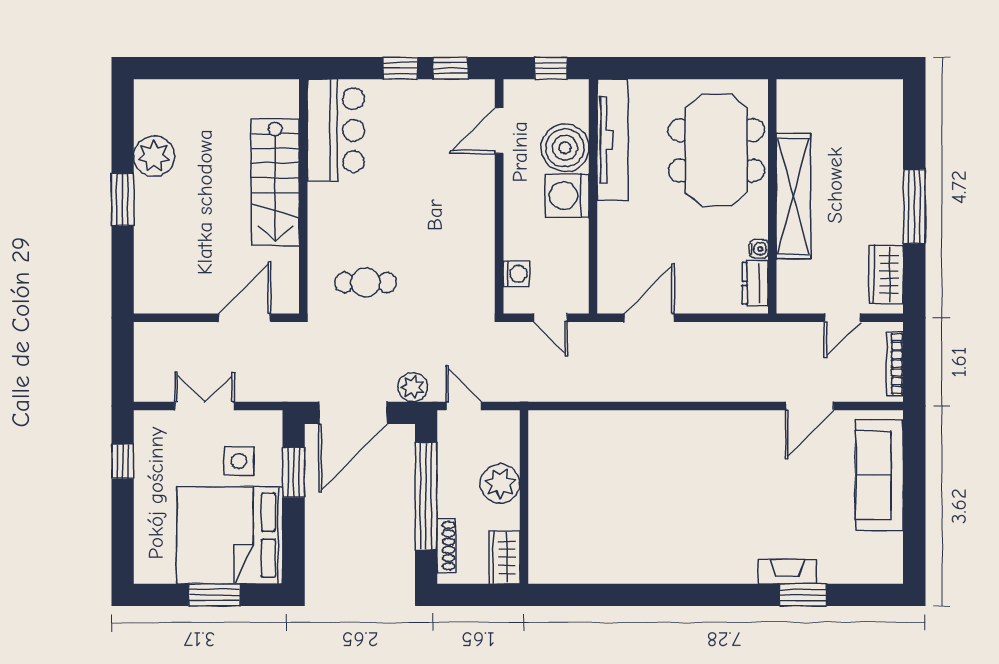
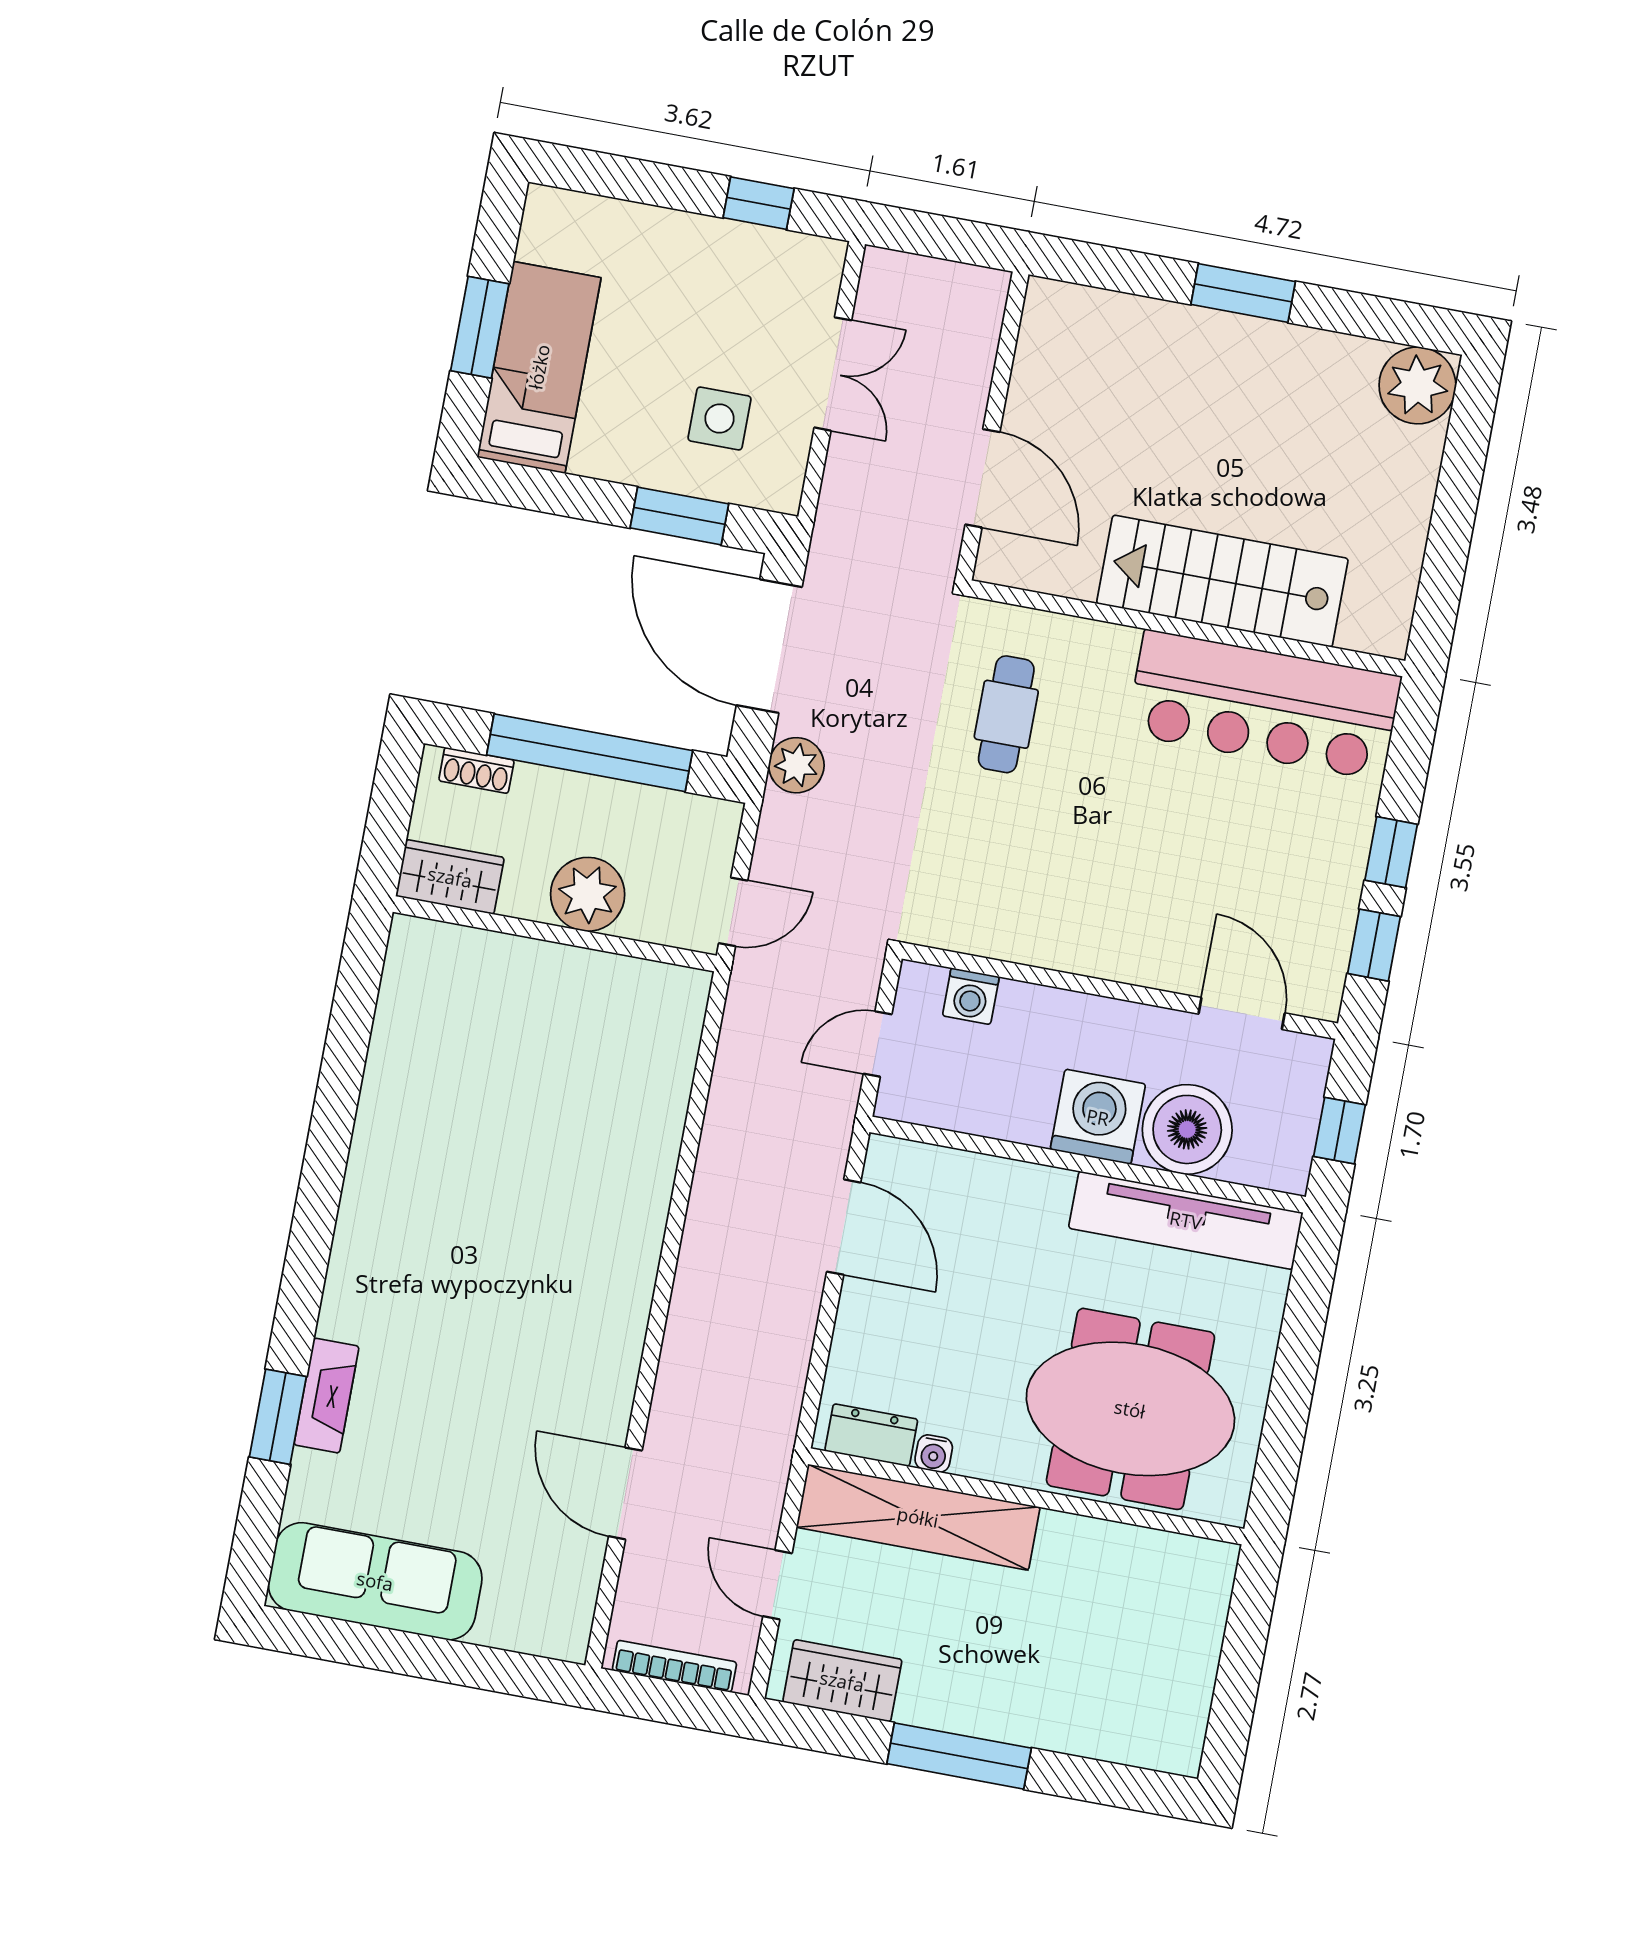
bar counter: (336, 130) -> (1264, 705), width x1.36
plant: (154, 156) -> (1417, 385), moved
shelving: (793, 196) -> (918, 1517), moved
door: (464, 406) -> (733, 912), moved
sofa: (880, 475) -> (375, 1581), moved
bed: (230, 535) -> (539, 367), width x0.49
shoe rack: (446, 546) -> (476, 770), width x0.70

